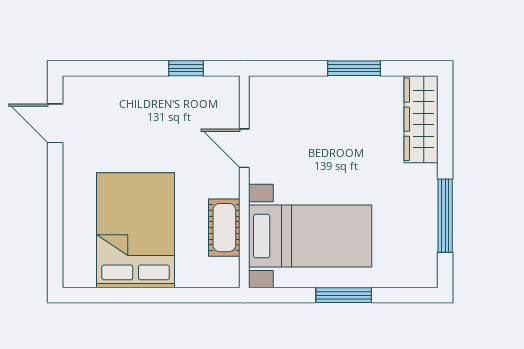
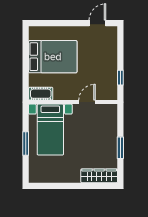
window: (445, 216) -> (59, 186), removed
cot: (224, 228) -> (41, 94), moved

